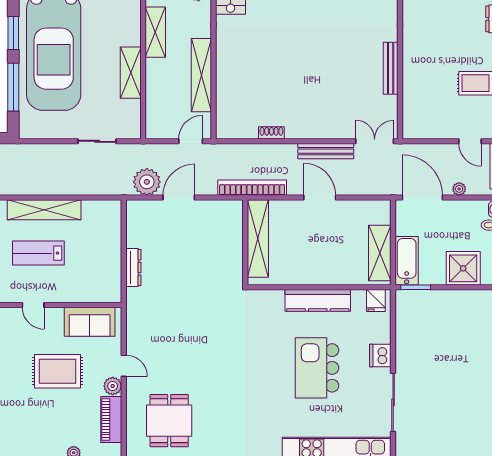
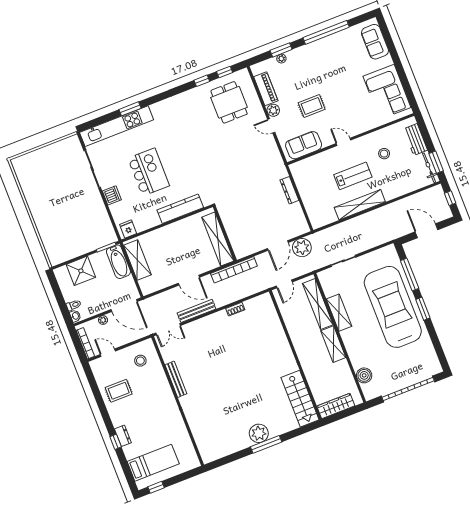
shelving: (201, 75) -> (318, 304), moved
stool: (430, 113) -> (140, 361), added
kitchen counter: (318, 300) -> (180, 209), moved
rug: (57, 371) -> (312, 106), width x0.73, depth x0.70

